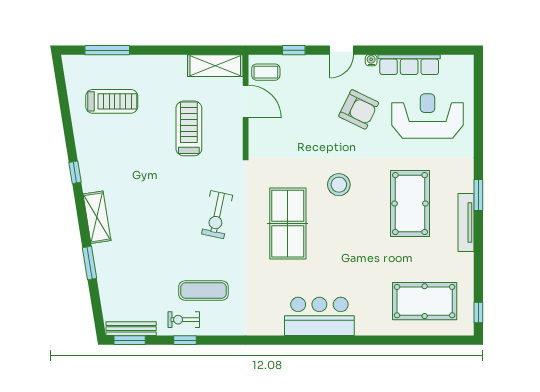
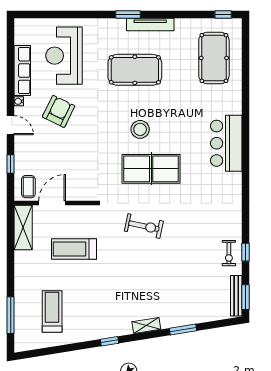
stool: (339, 185) -> (140, 129), moved
shelving: (97, 217) -> (146, 325), width x0.67, depth x0.75
exercise mat: (203, 291) -> (205, 237), removed

